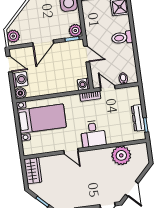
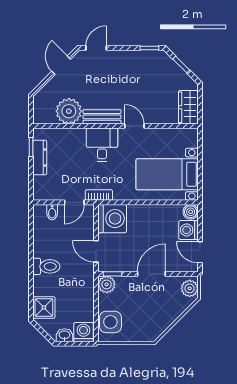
washing machine: (84, 84) -> (112, 219), width x1.89, depth x1.89
door: (108, 88) -> (74, 202), hinge flipped
bench: (96, 155) -> (102, 117), added

